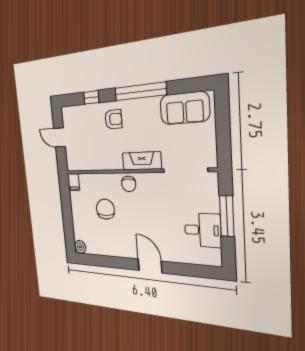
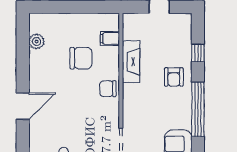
fireplace: (142, 161) -> (131, 62), moved
filing cabinet: (74, 182) -> (110, 38), moved
plant: (80, 247) -> (37, 42), moved

